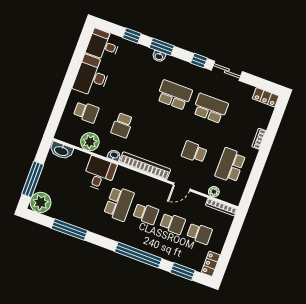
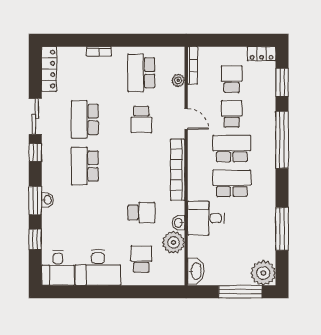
locker: (266, 97) -> (49, 69), width x1.53
washbasin: (114, 155) -> (179, 223), moved
school desk: (230, 165) -> (141, 73), turned 90
school desk: (146, 214) -> (232, 149), width x1.85

